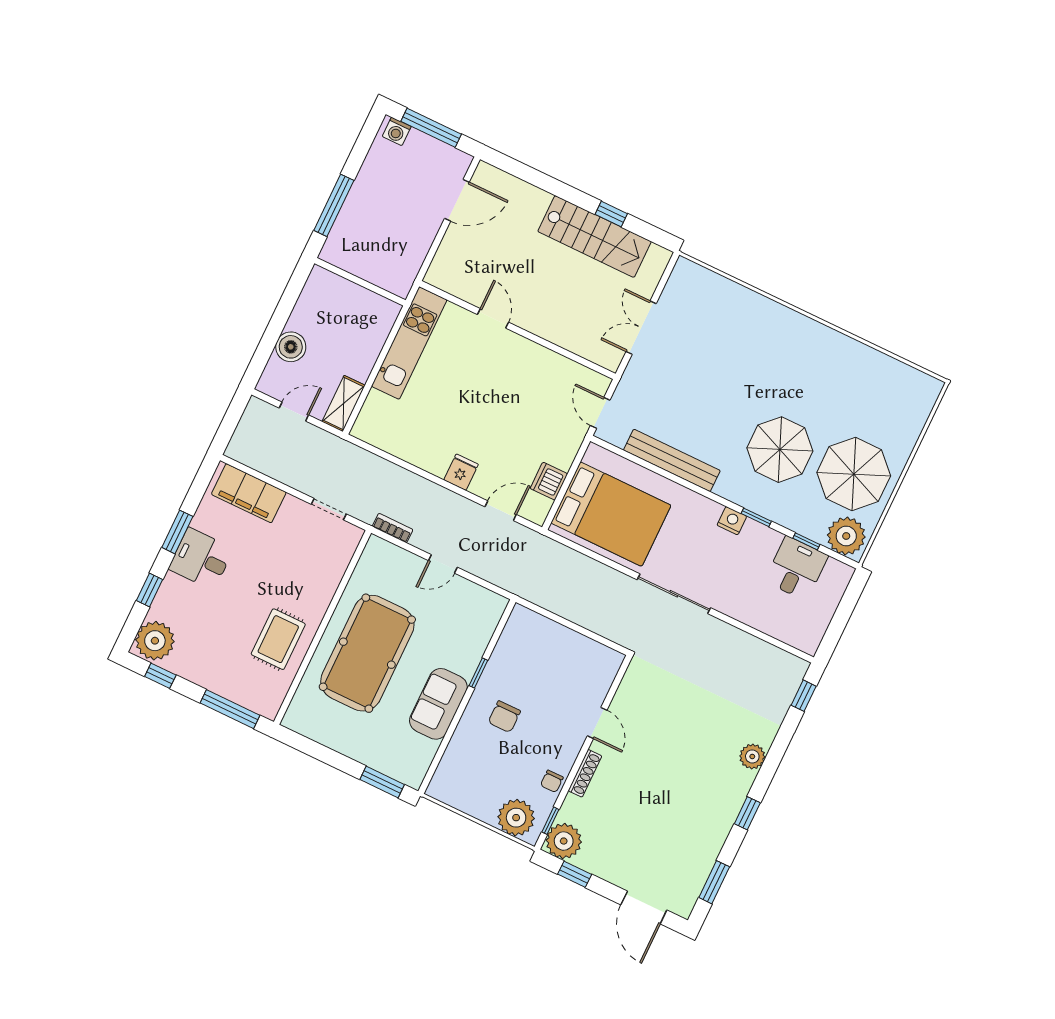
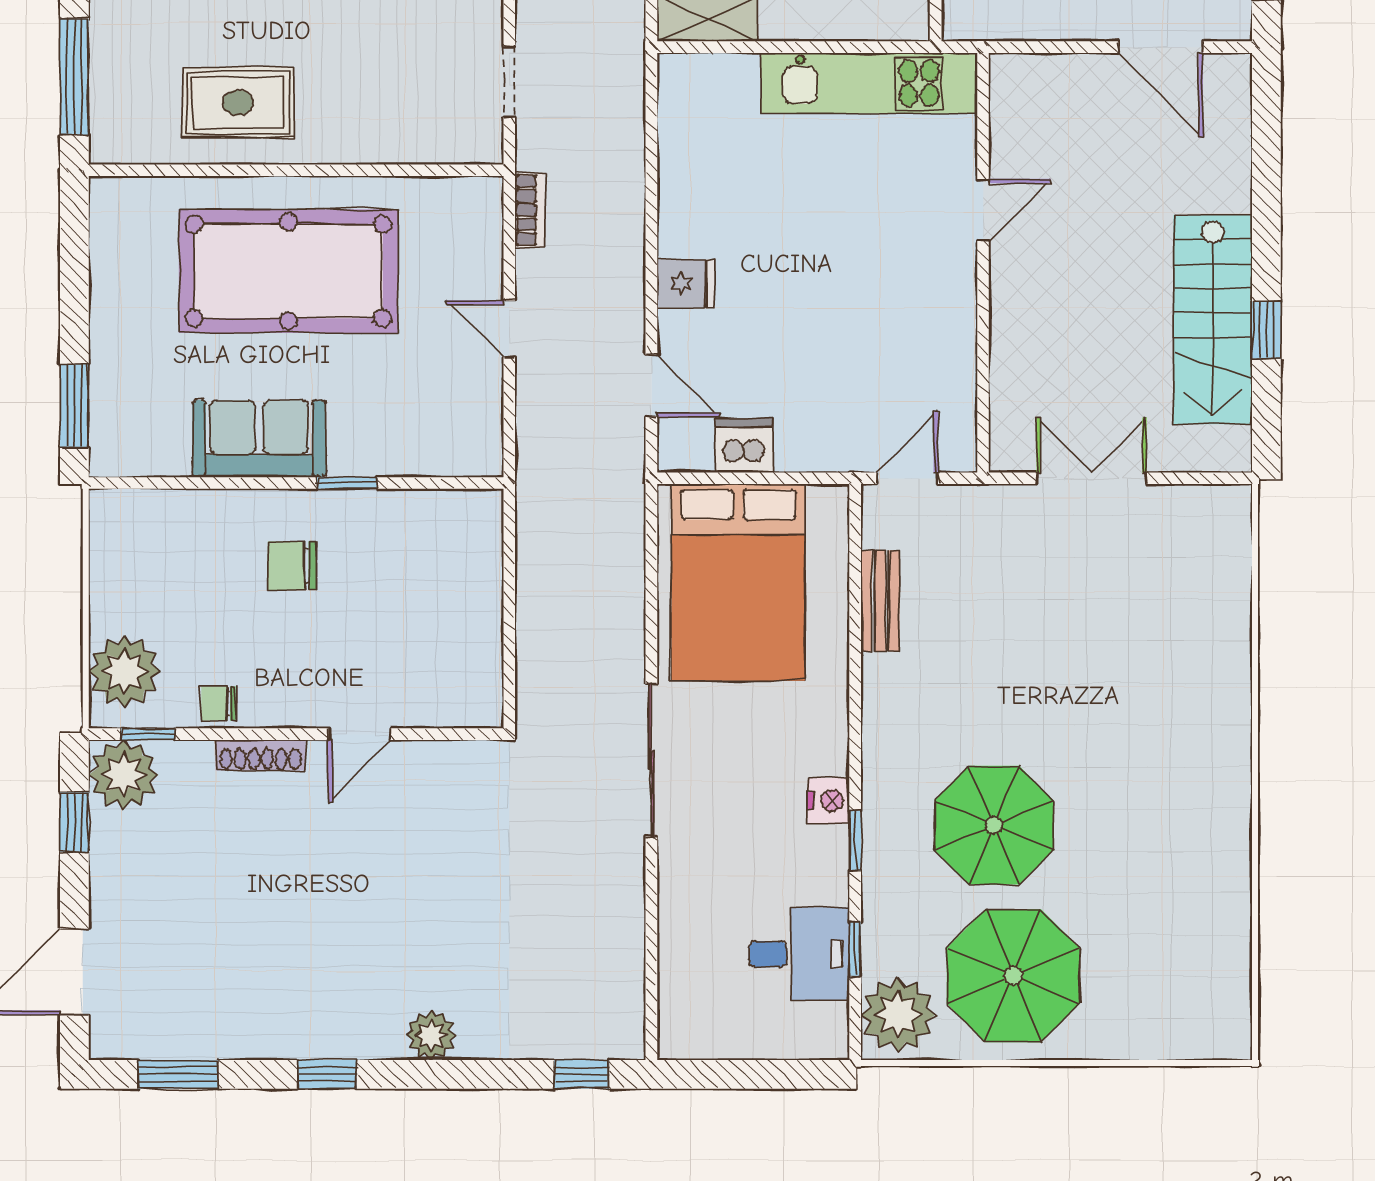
bench: (672, 460) -> (880, 601), width x0.54, depth x0.82

